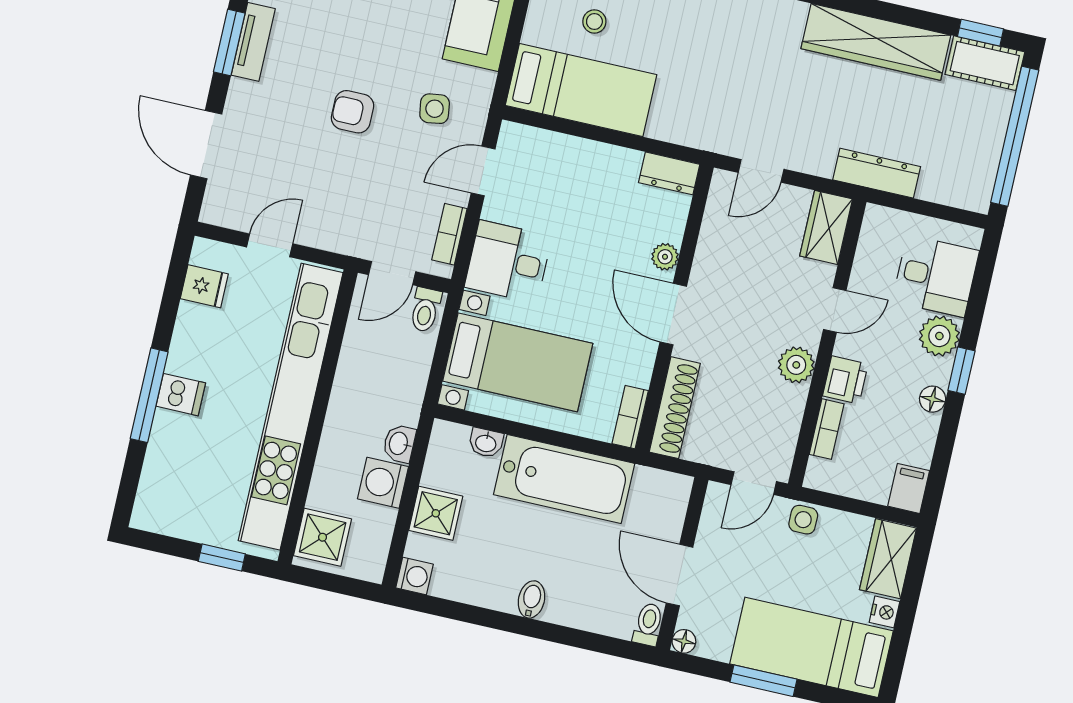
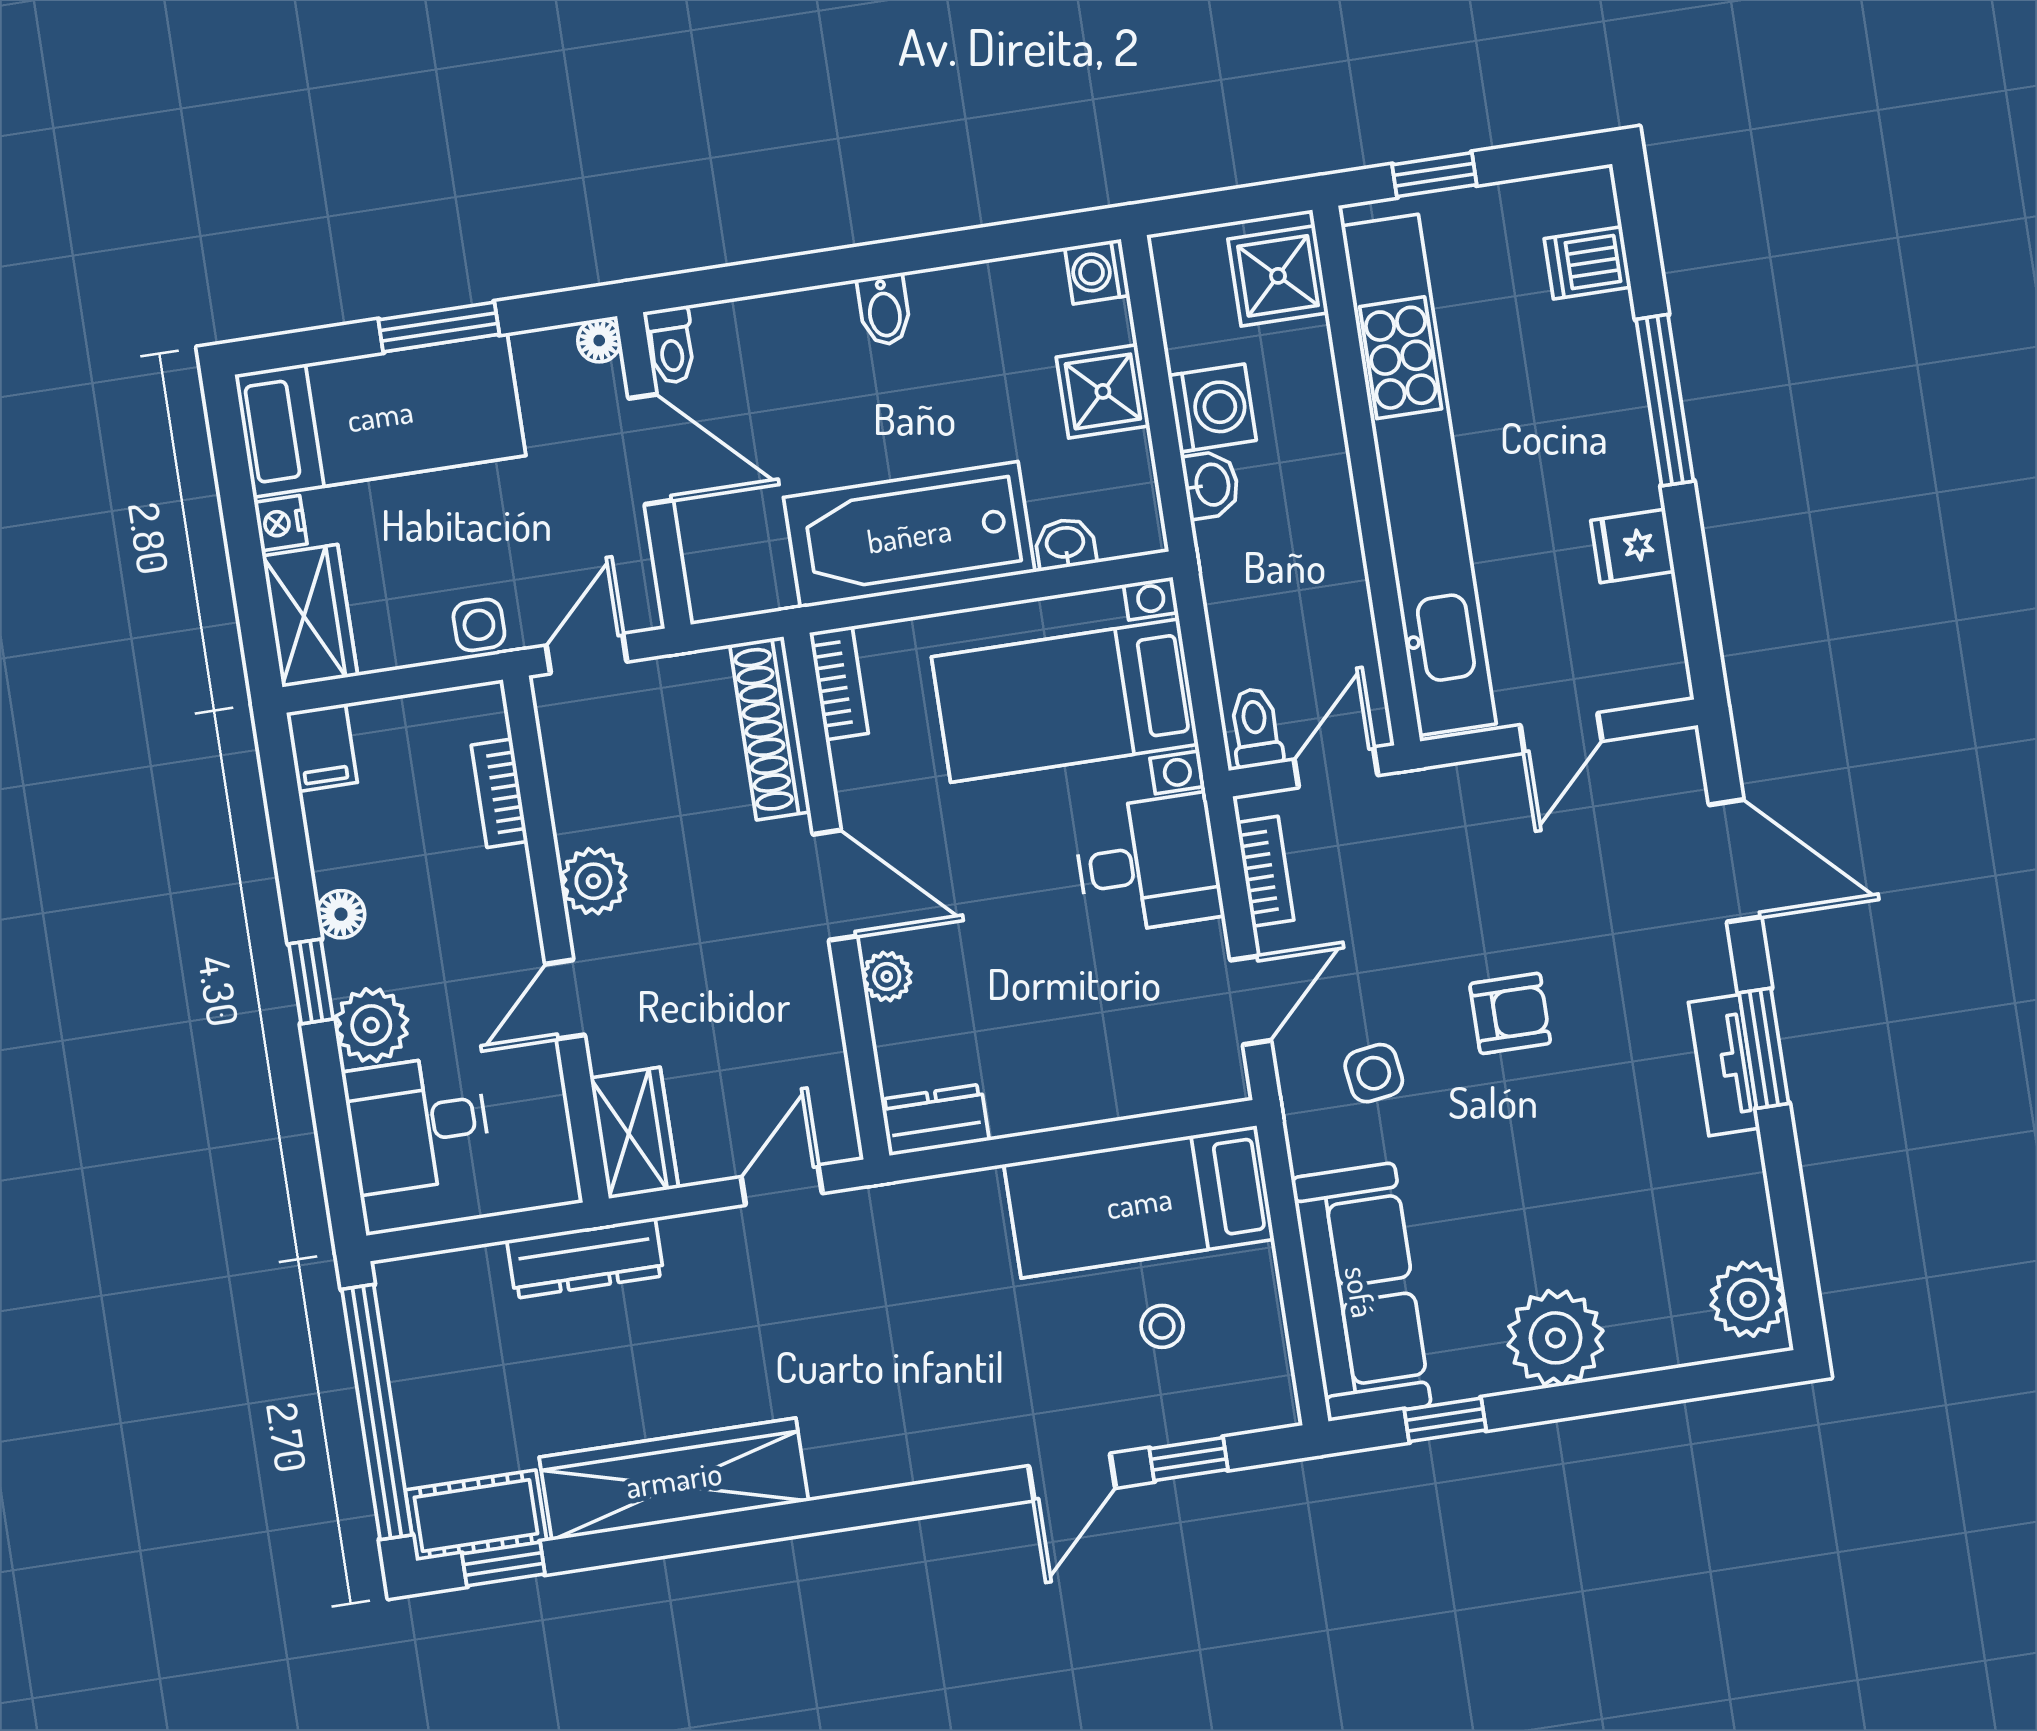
fridge: (204, 286) -> (1633, 546), moved
printer: (845, 380) -> (501, 888), removed
dishwasher: (181, 395) -> (1588, 263), moved

